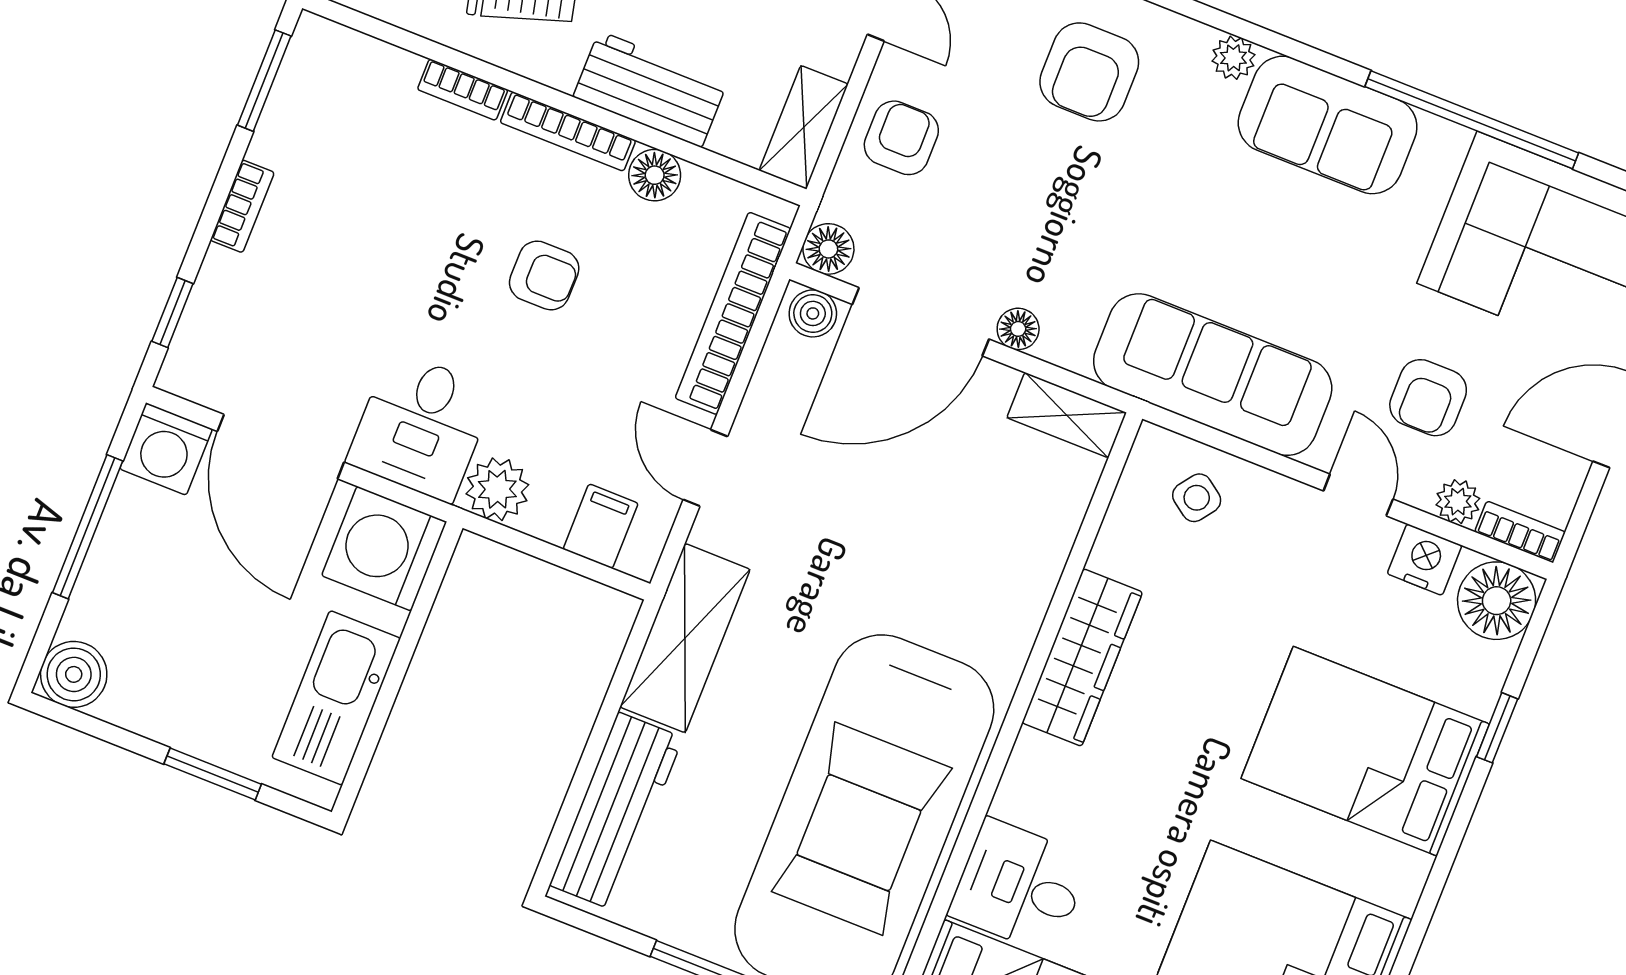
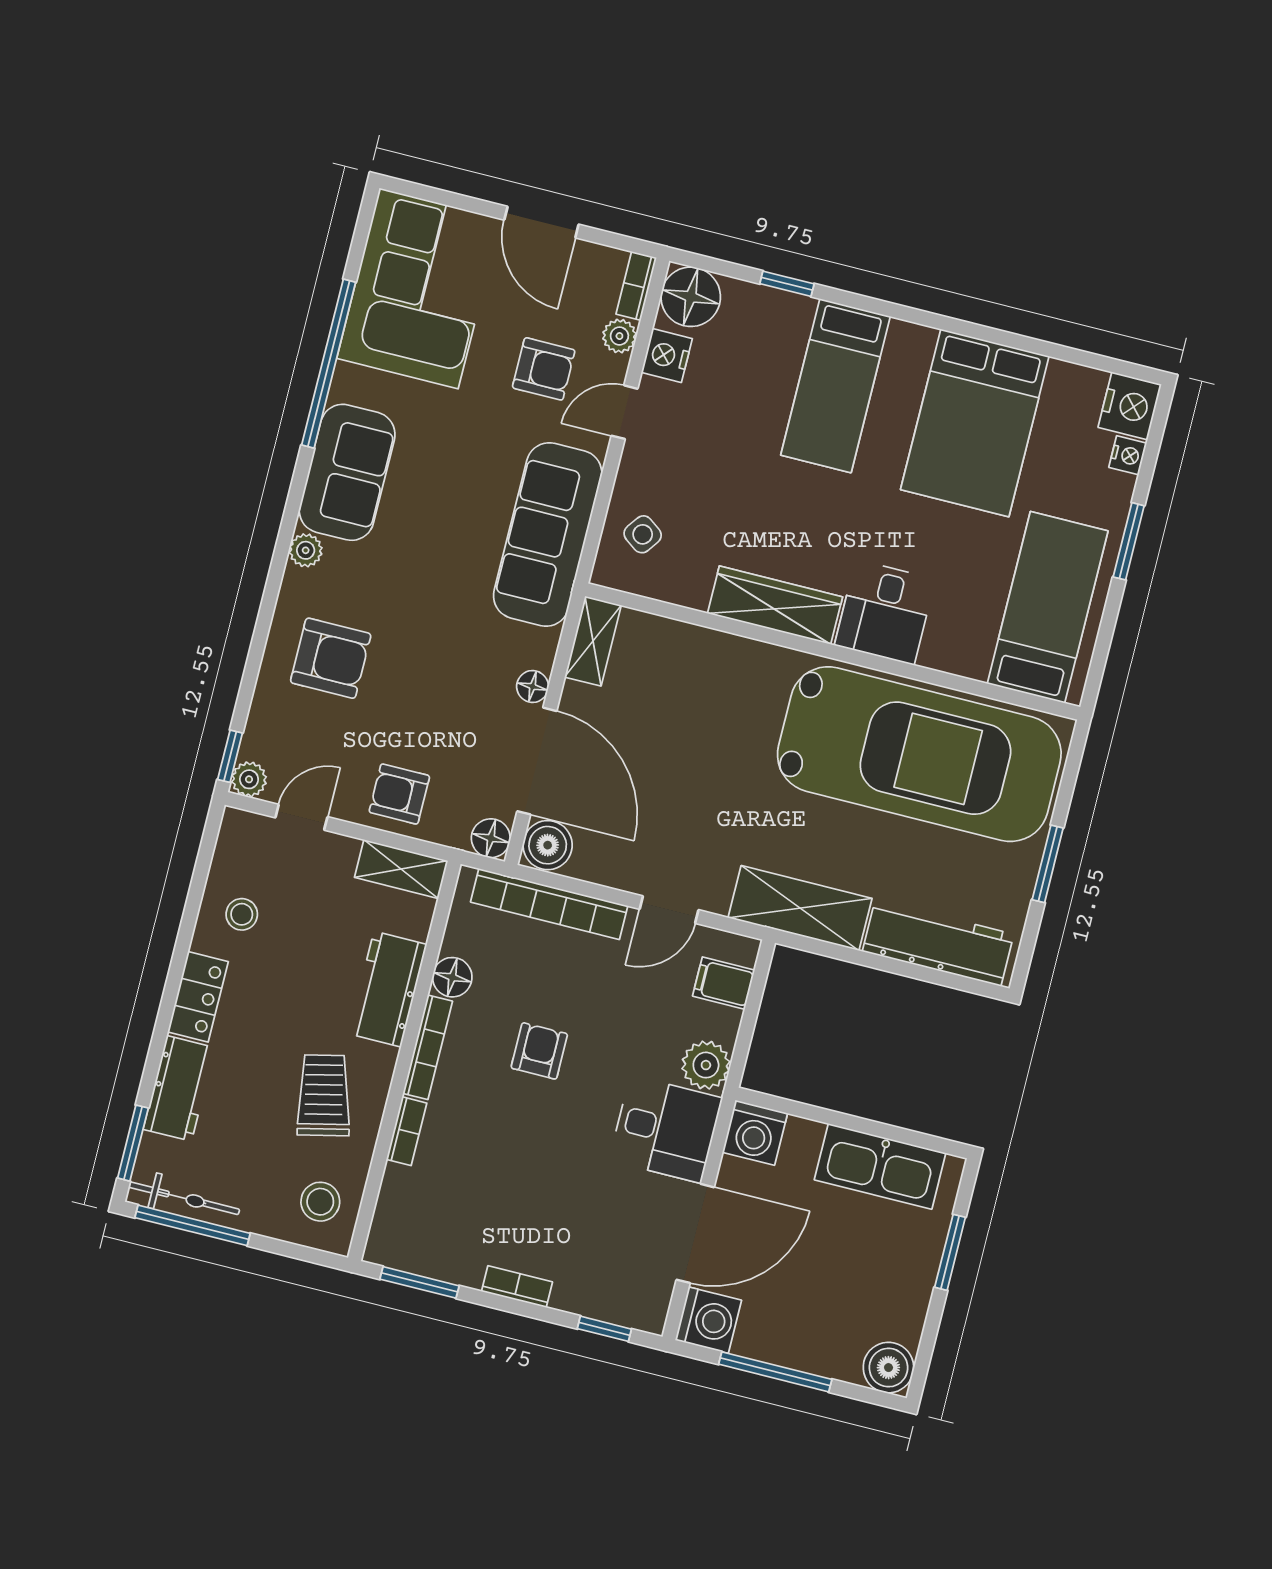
boiler: (813, 313) -> (548, 845), width x1.36, depth x1.36
washing machine: (384, 549) -> (755, 1133), width x0.73, depth x0.73
bed: (1365, 751) -> (835, 386), width x0.67
desk: (1020, 886) -> (885, 612), moved

